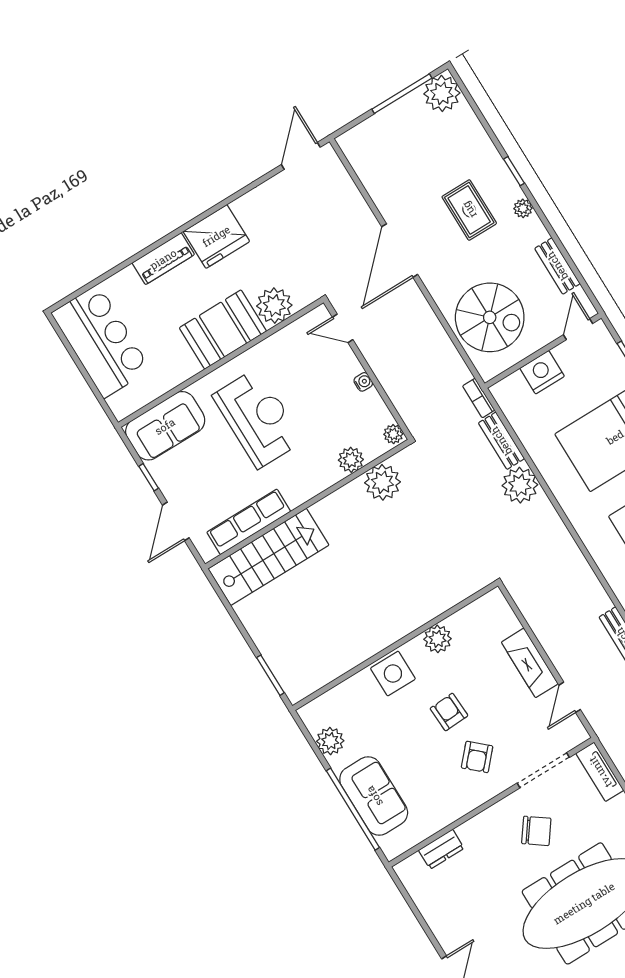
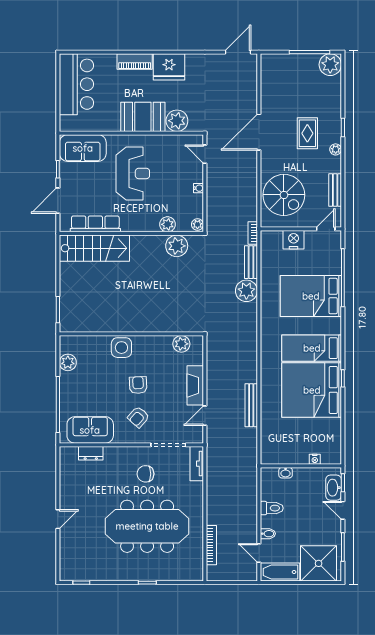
plant: (438, 639) -> (181, 344), moved
sofa: (374, 796) -> (90, 430), moved, turned -90
chair: (536, 831) -> (145, 474), turned 144

